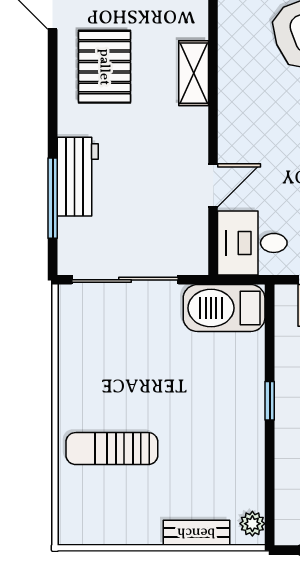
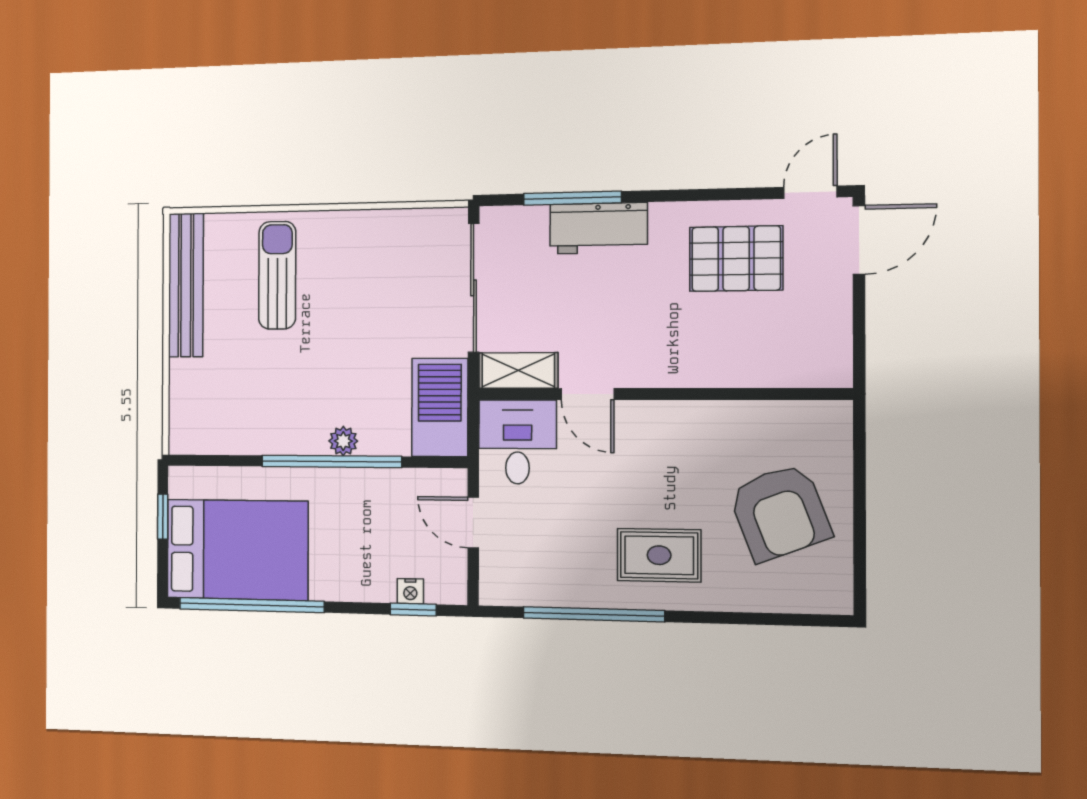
shelving: (194, 73) -> (518, 370), moved
window: (270, 401) -> (331, 461), width x3.17
plant: (252, 524) -> (343, 441), moved
bench: (196, 533) -> (186, 285), moved, width x1.86, depth x1.21

